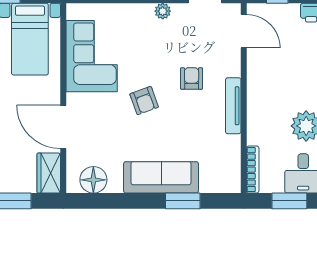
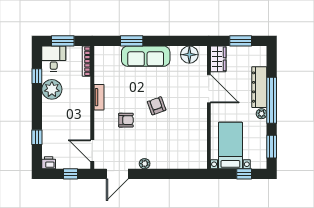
corner sofa: (92, 56) -> (191, 135), removed
armchair: (192, 78) -> (126, 120), turned -90
tv unit: (233, 106) -> (99, 97), width x0.71

